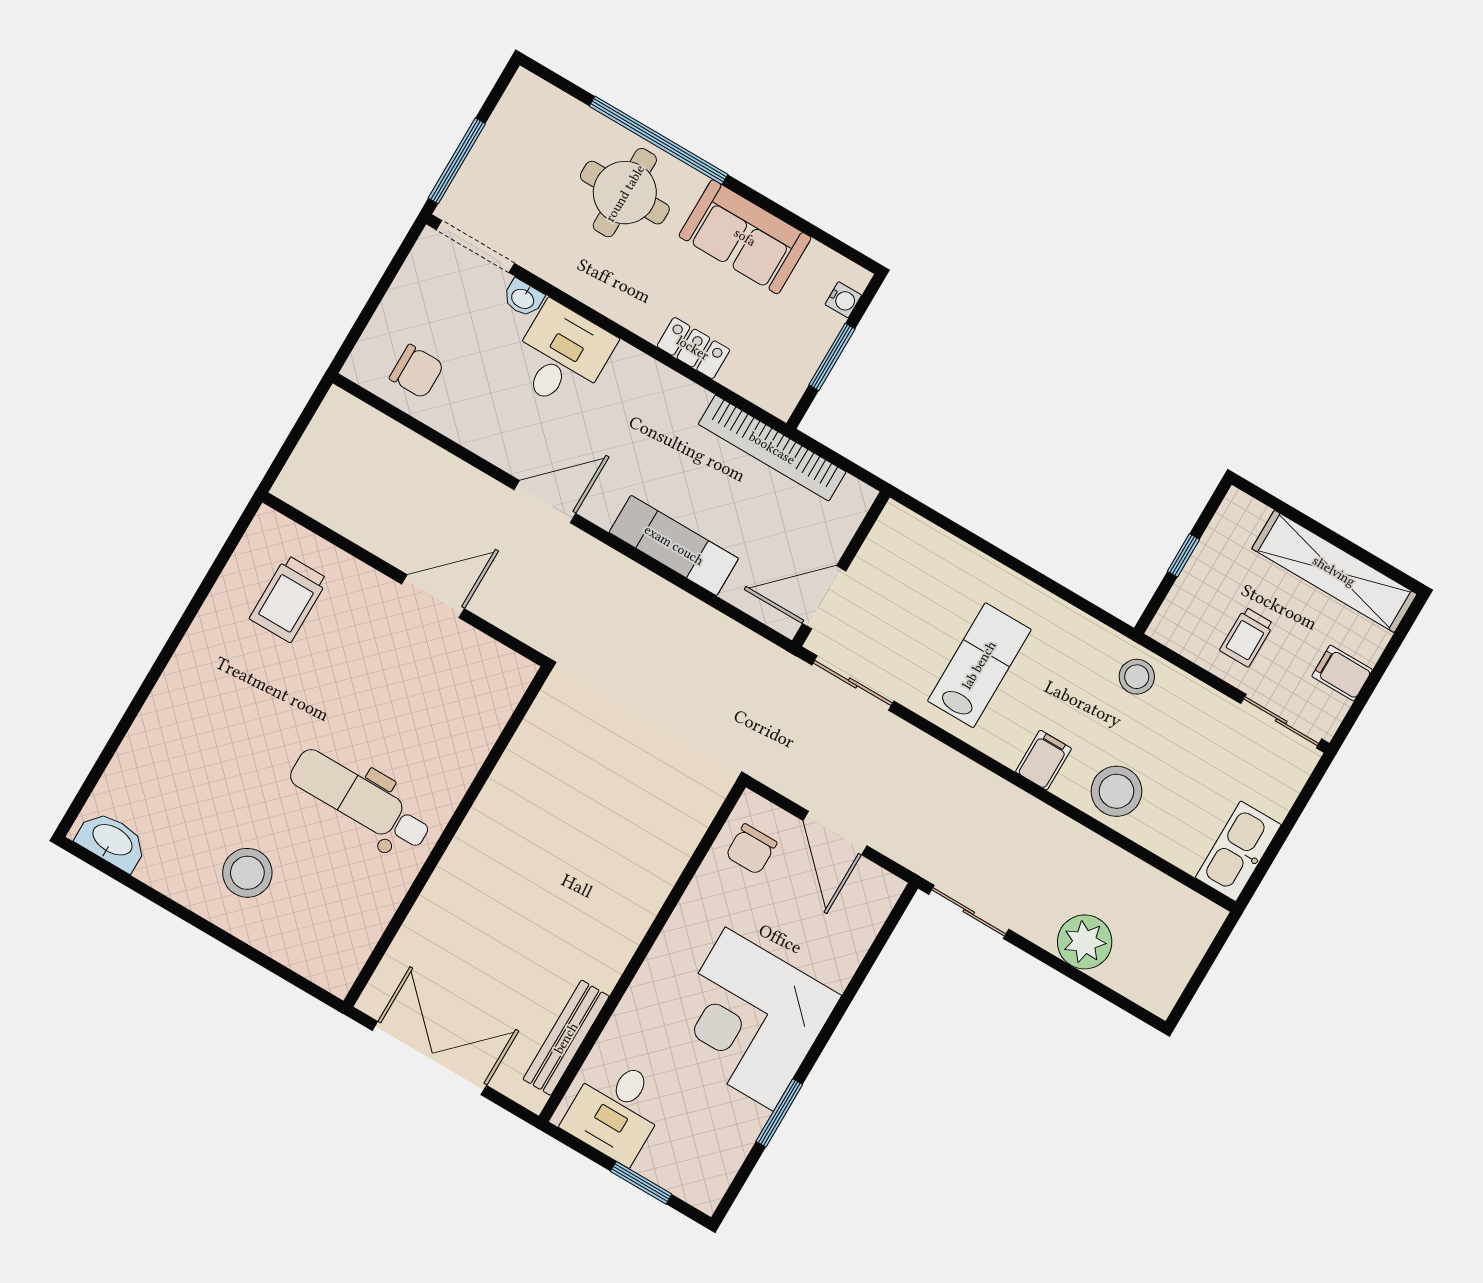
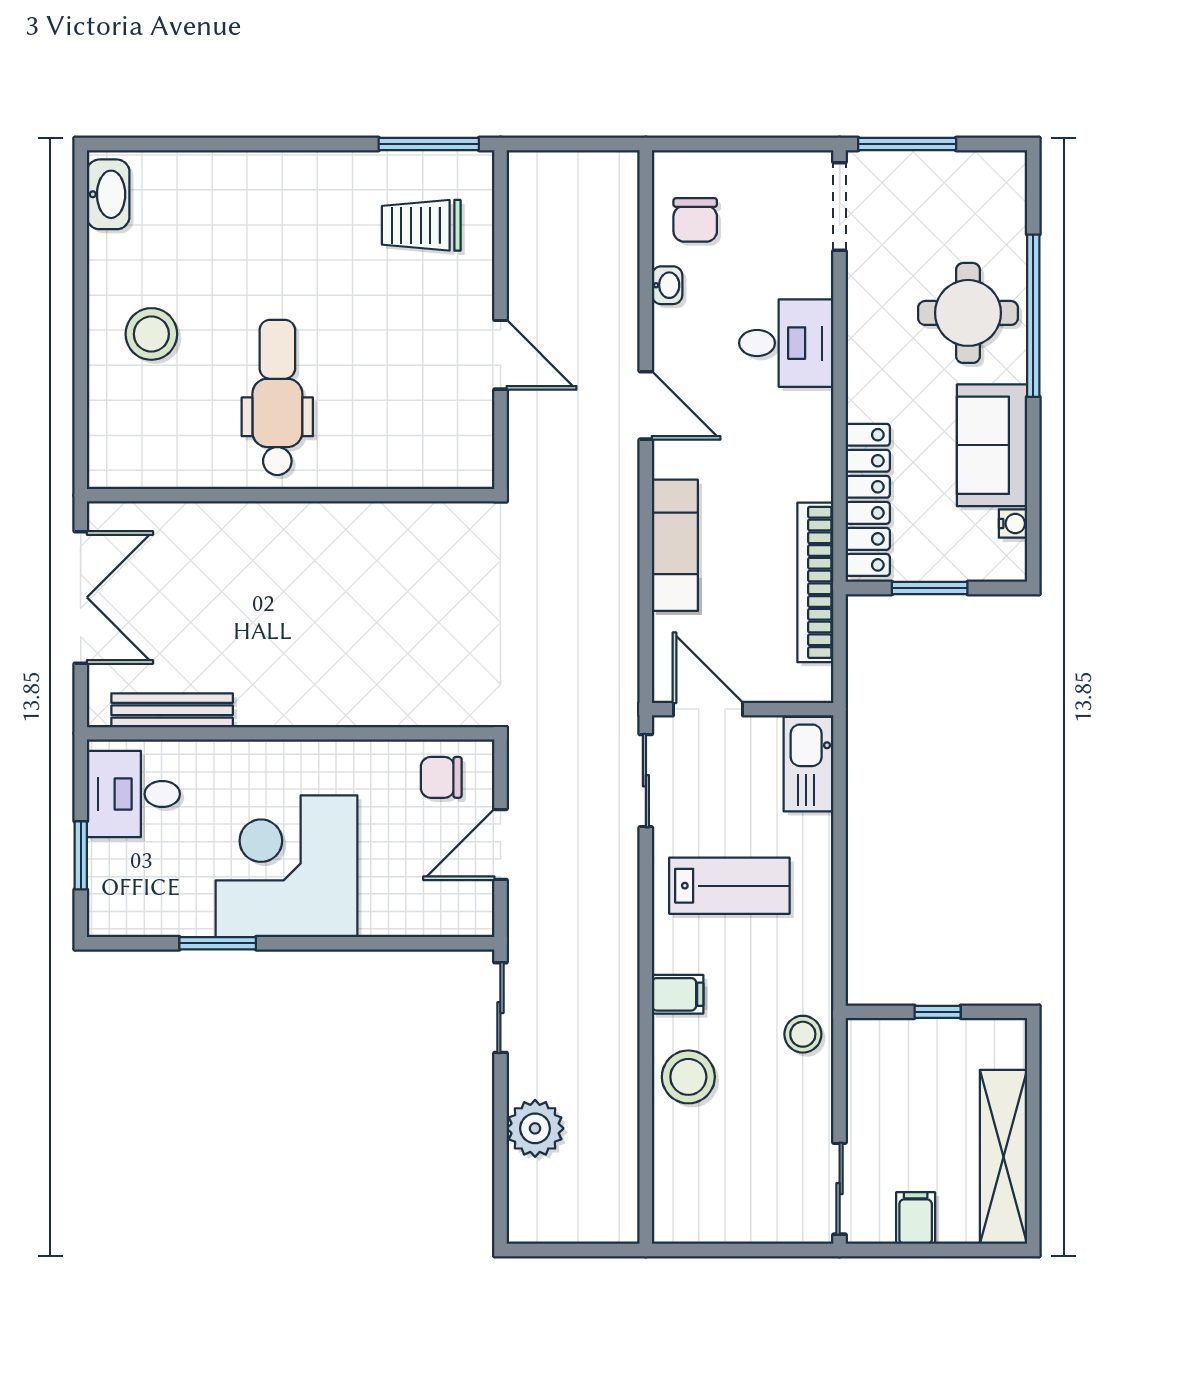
washbasin: (523, 298) -> (667, 285), moved, turned 180
water cooler: (843, 300) -> (1013, 524), moved, turned -90
locker: (693, 348) -> (868, 500), width x2.16, depth x1.21
window: (226, 553) -> (429, 144), added
trolley: (1247, 637) -> (897, 1113), removed
kitchen sink: (1238, 851) -> (809, 764), moved, turned -90

